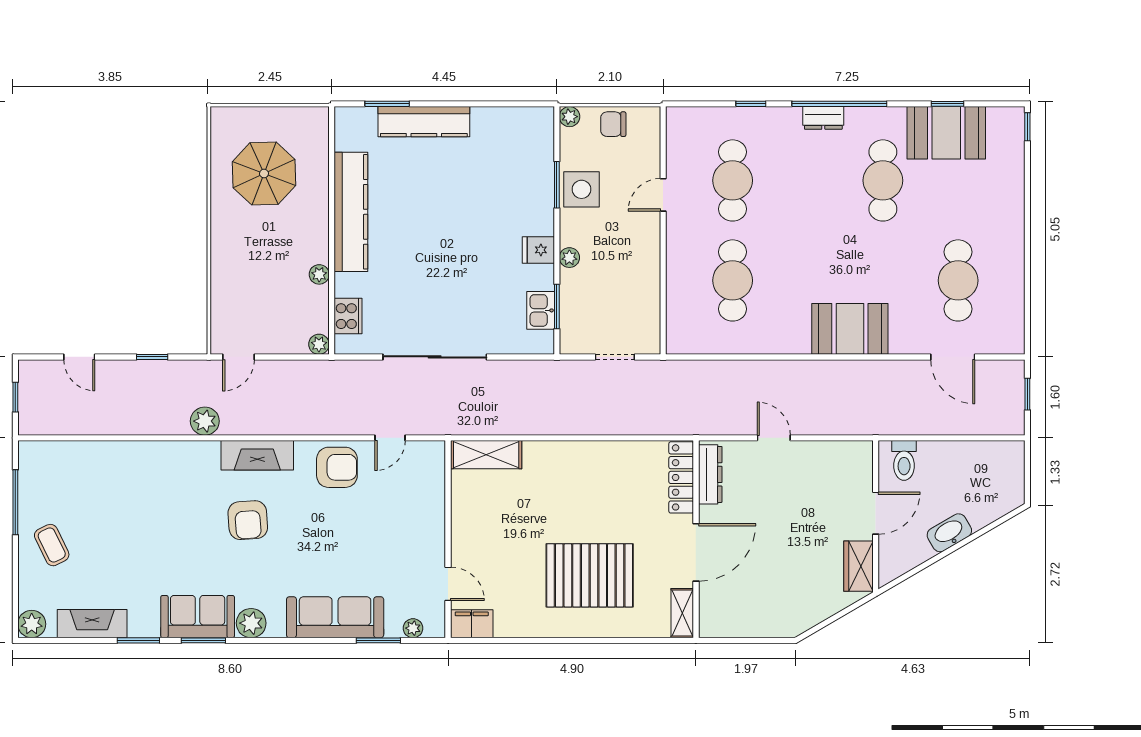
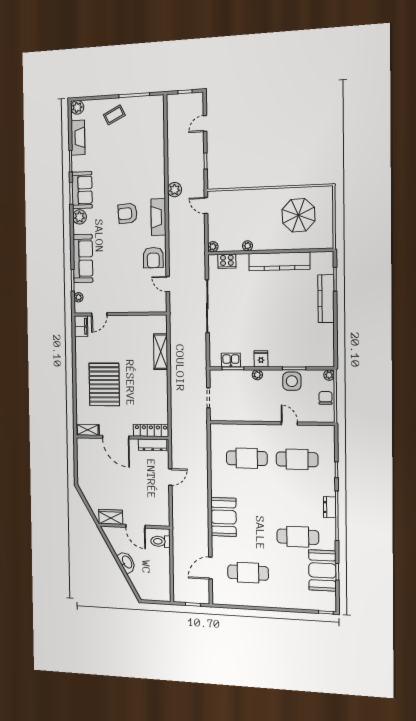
shelving: (486, 455) -> (161, 352), moved

